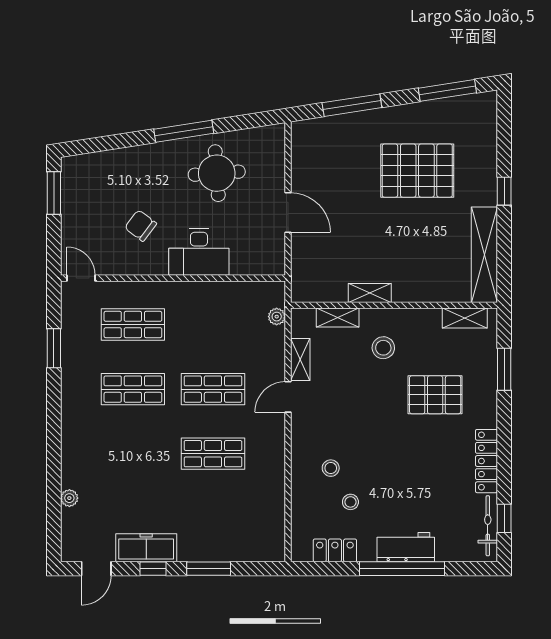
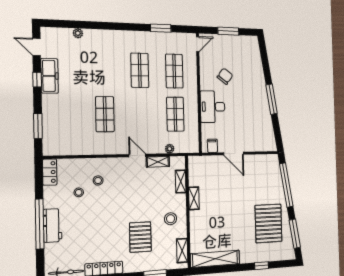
window: (352, 105) -> (286, 185), width x1.46
pallet: (417, 171) -> (269, 223), moved
round table: (217, 173) -> (252, 116), removed
window: (504, 191) -> (262, 266), moved
window: (54, 193) -> (228, 31), moved
door: (288, 213) -> (234, 153), hinge flipped
filing cabinet: (273, 254) -> (212, 146), added
plant: (277, 317) -> (170, 149), moved
stool: (383, 348) -> (171, 219), moved
shop shelf: (213, 389) -> (175, 114), moved
locker: (335, 550) -> (50, 172), moved
window: (209, 569) -> (38, 126), moved

